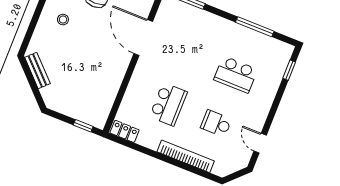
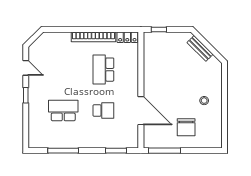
bench: (37, 70) -> (200, 48), moved
window: (289, 70) -> (26, 95), moved
school desk: (216, 123) -> (103, 111), moved
bookcase: (186, 156) -> (93, 37), moved

